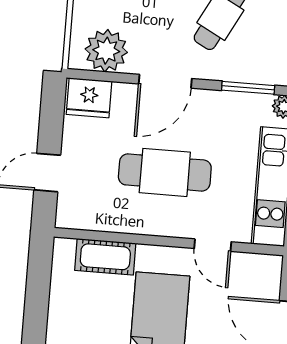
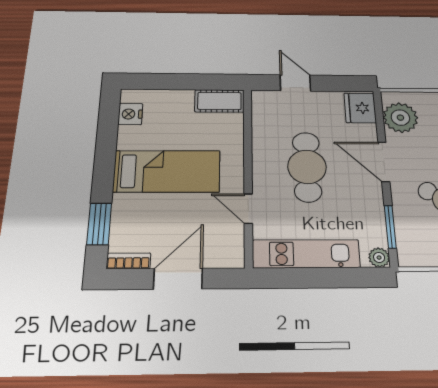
door: (213, 245) -> (248, 209), hinge flipped
cot: (105, 257) -> (219, 101), moved, turned 90

